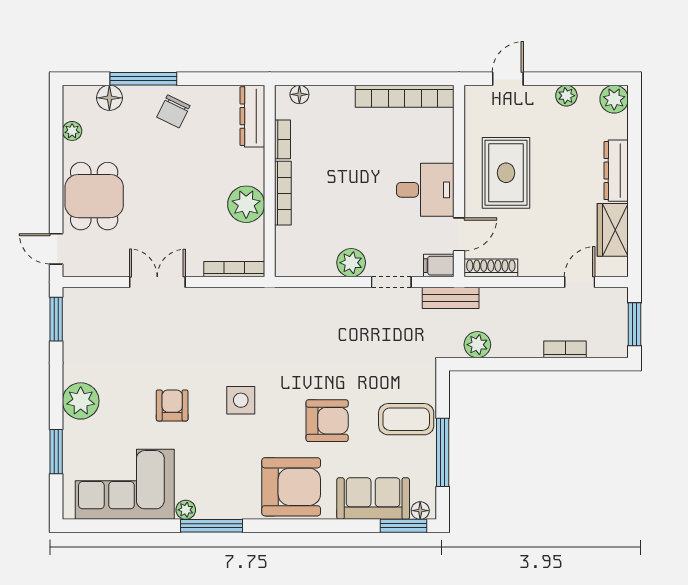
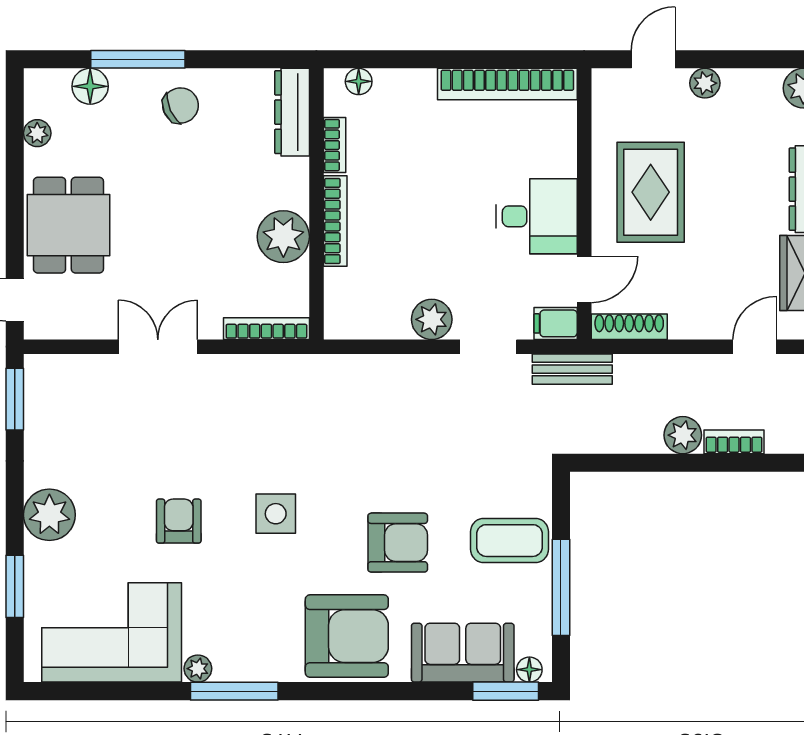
plant: (566, 96) -> (705, 83), moved
chair: (173, 111) -> (180, 105), turned -140
plant: (477, 345) -> (683, 435), moved

